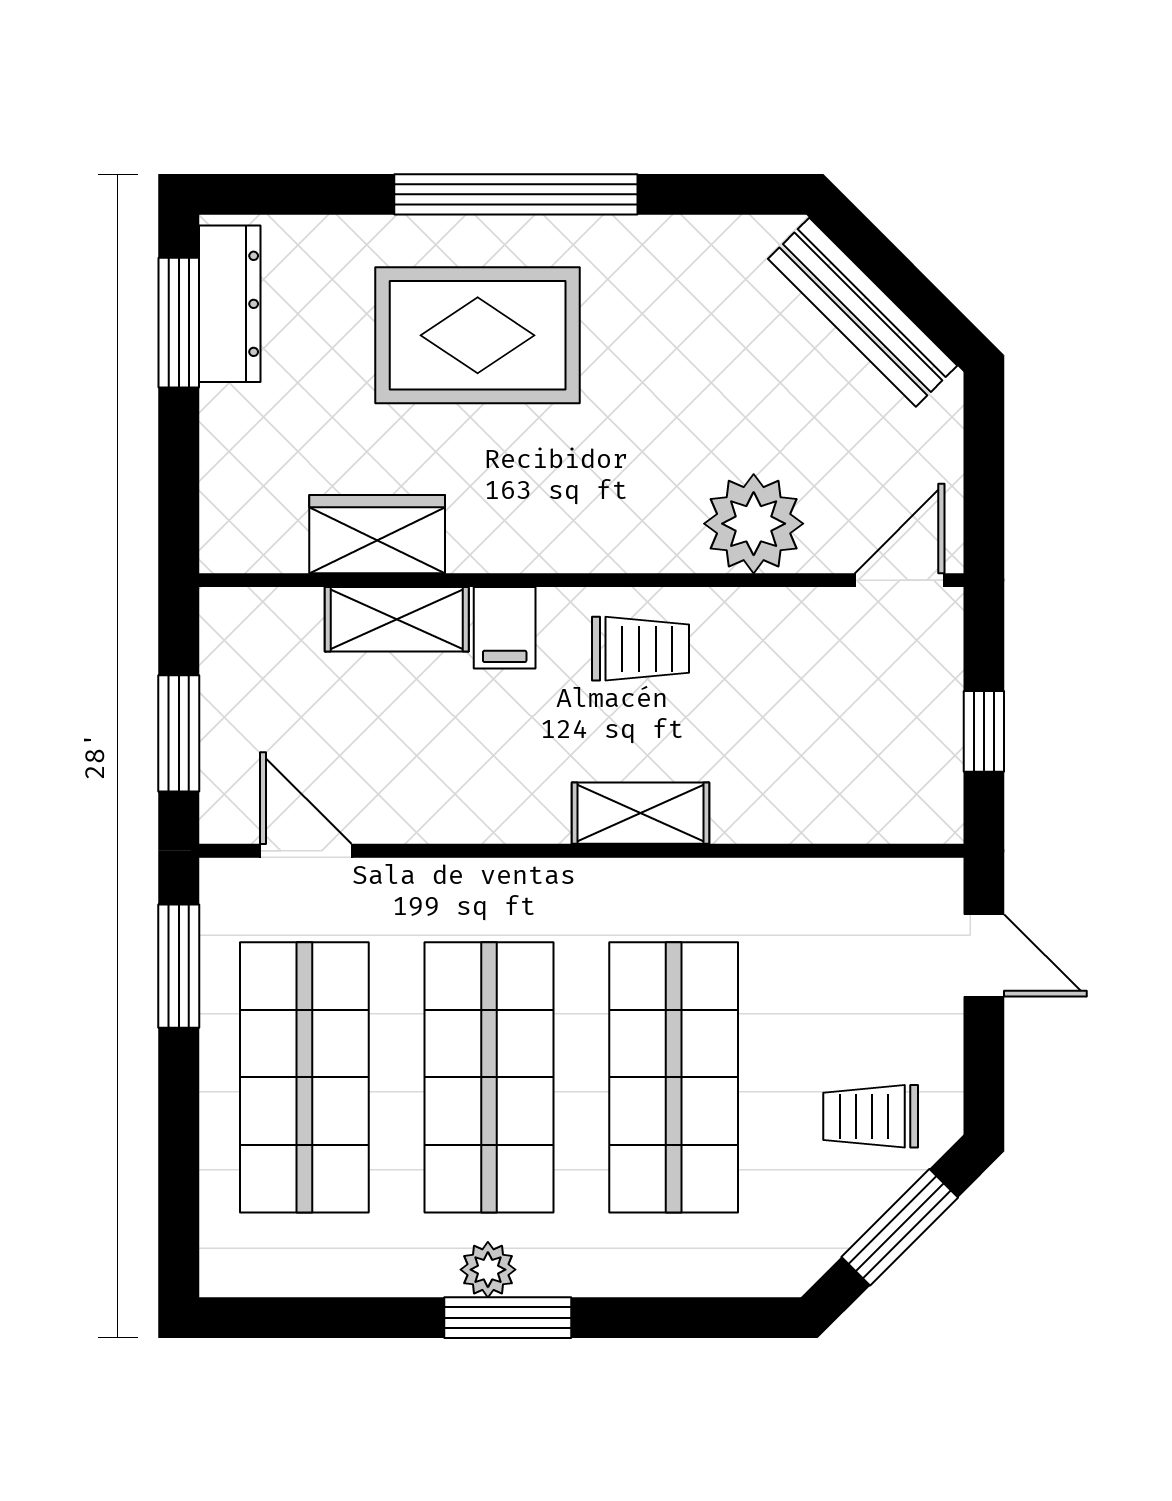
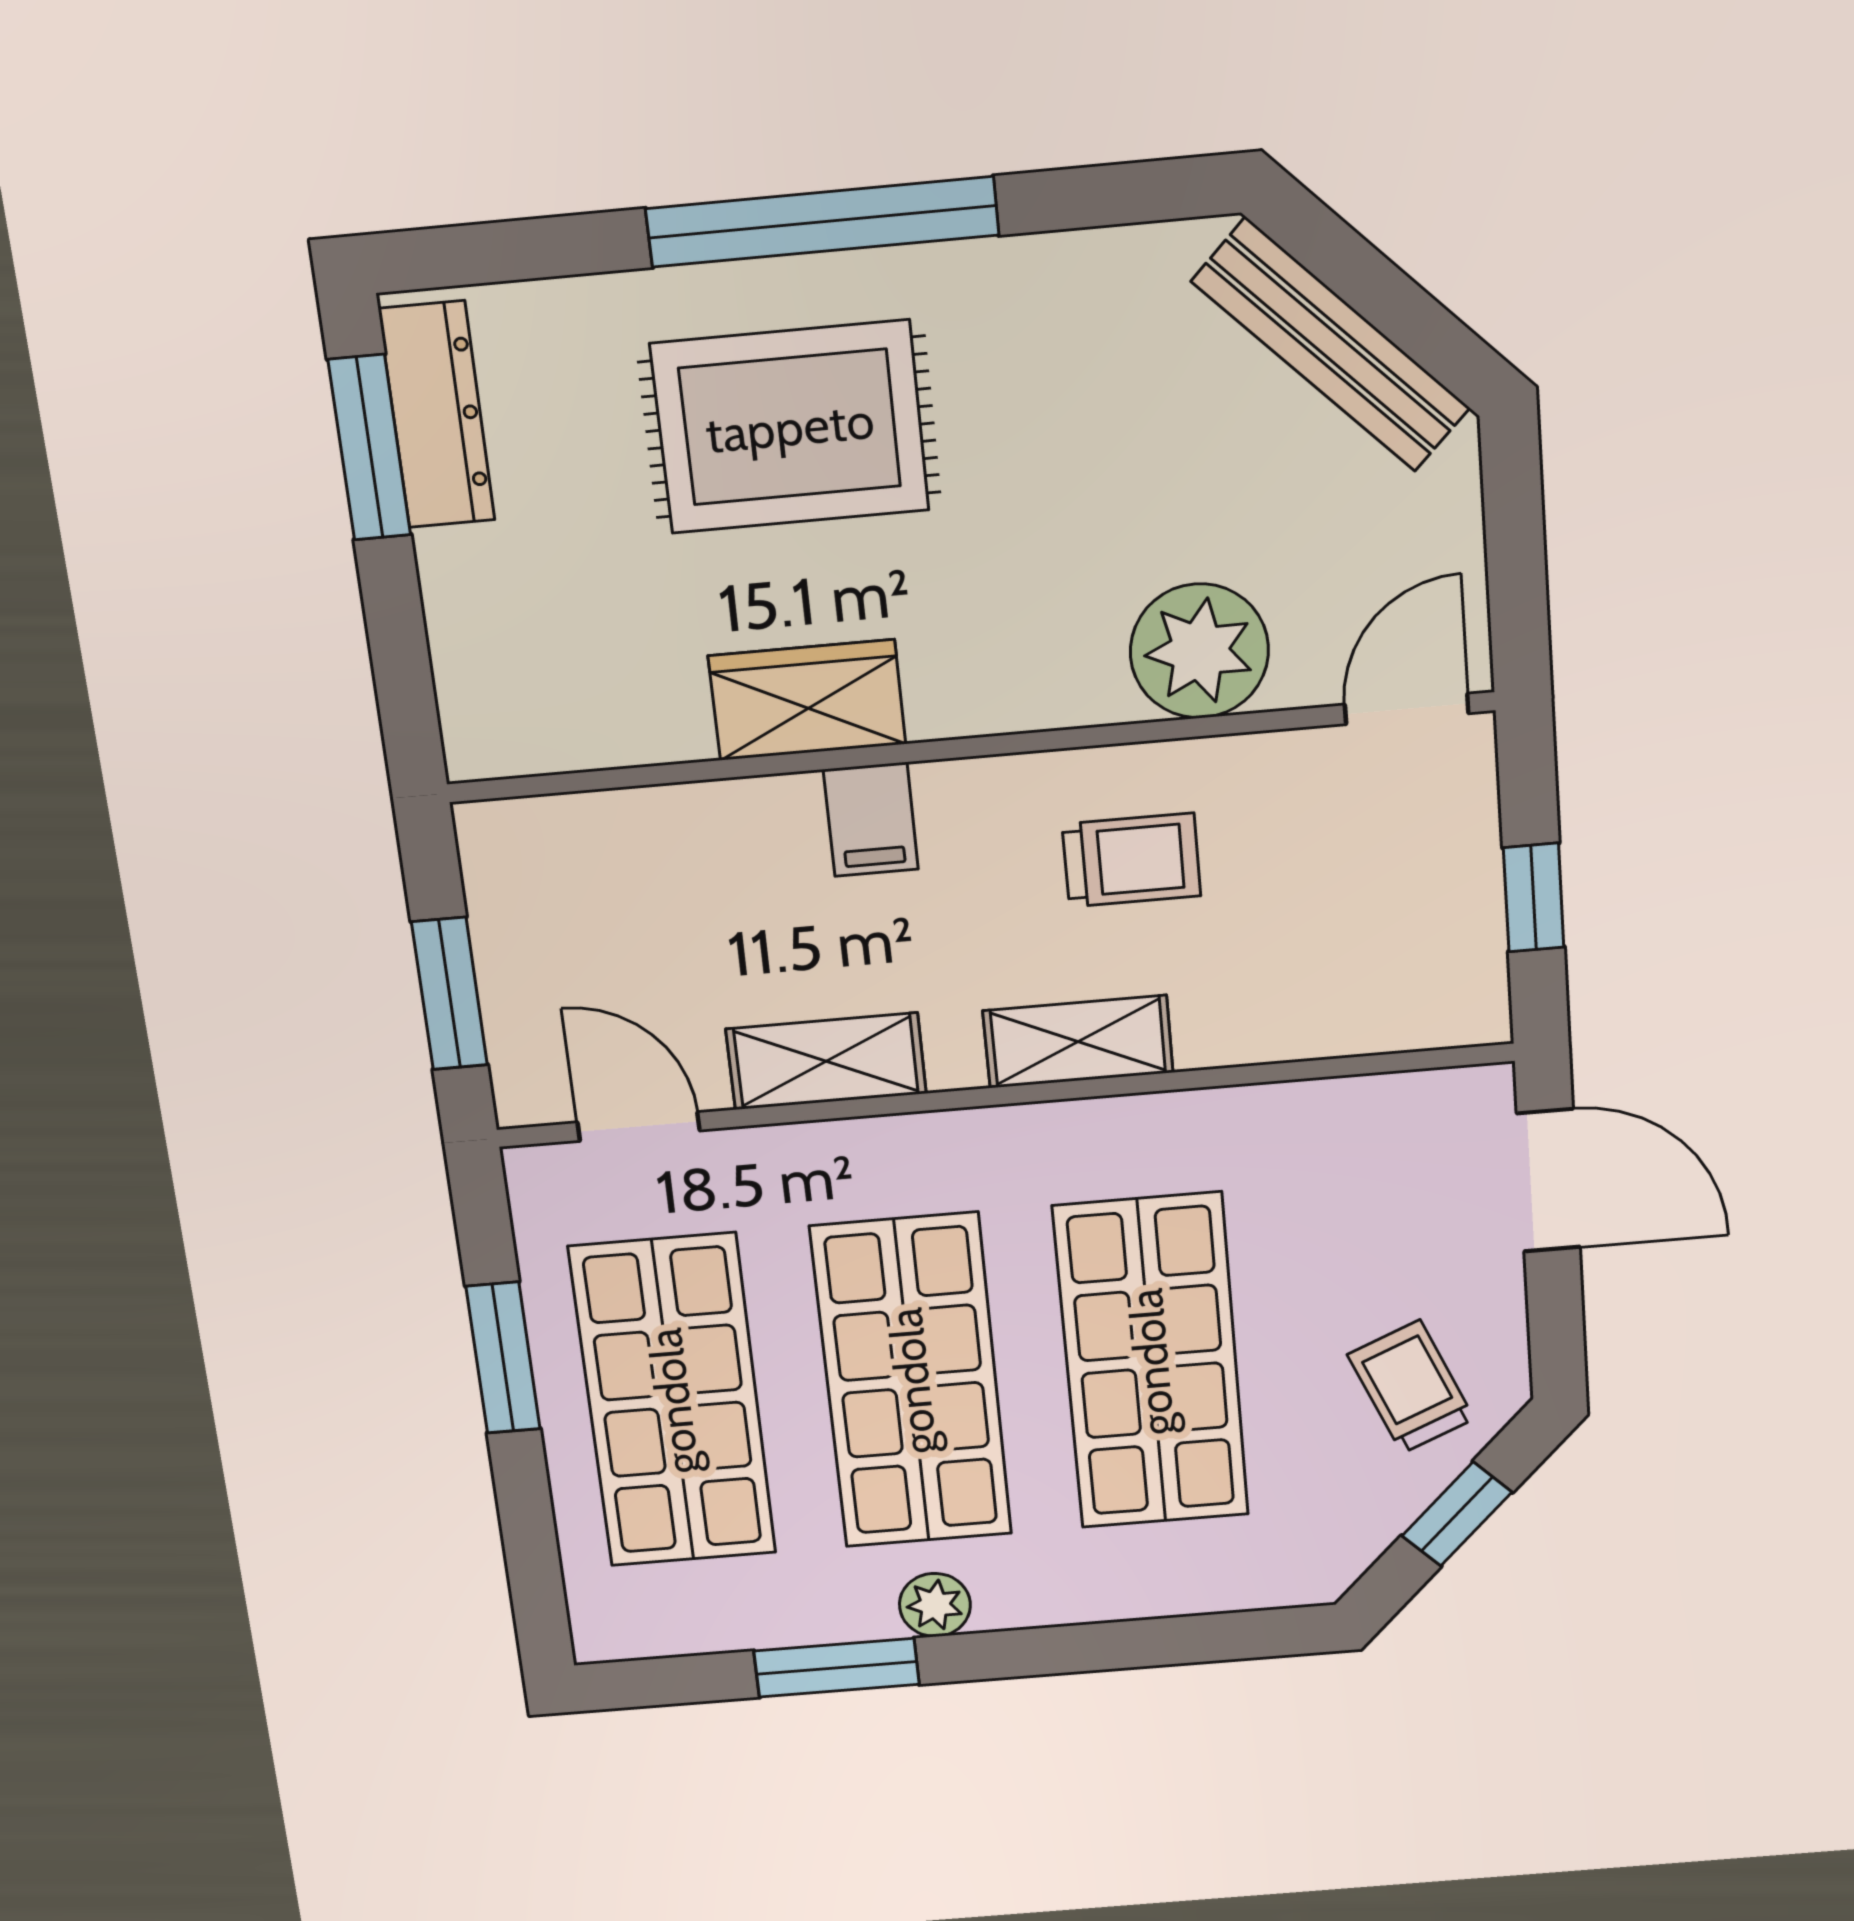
wardrobe: (377, 534) -> (807, 700), moved
shelving: (397, 619) -> (826, 1061), moved
trolley: (640, 649) -> (1131, 860), moved
door: (984, 956) -> (1548, 1180), width x1.38
window: (179, 966) -> (503, 1358), moved
trolley: (871, 1116) -> (1411, 1387), turned 67
window: (900, 1227) -> (1457, 1514), width x0.67
window: (508, 1318) -> (837, 1668), moved

